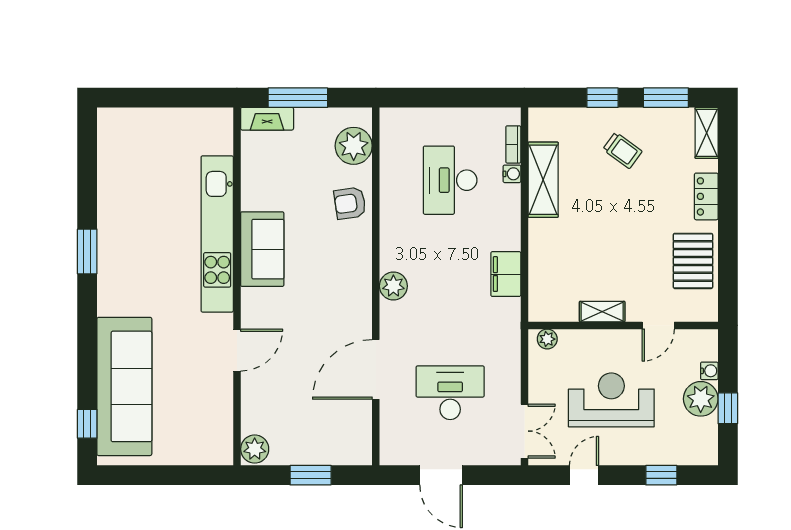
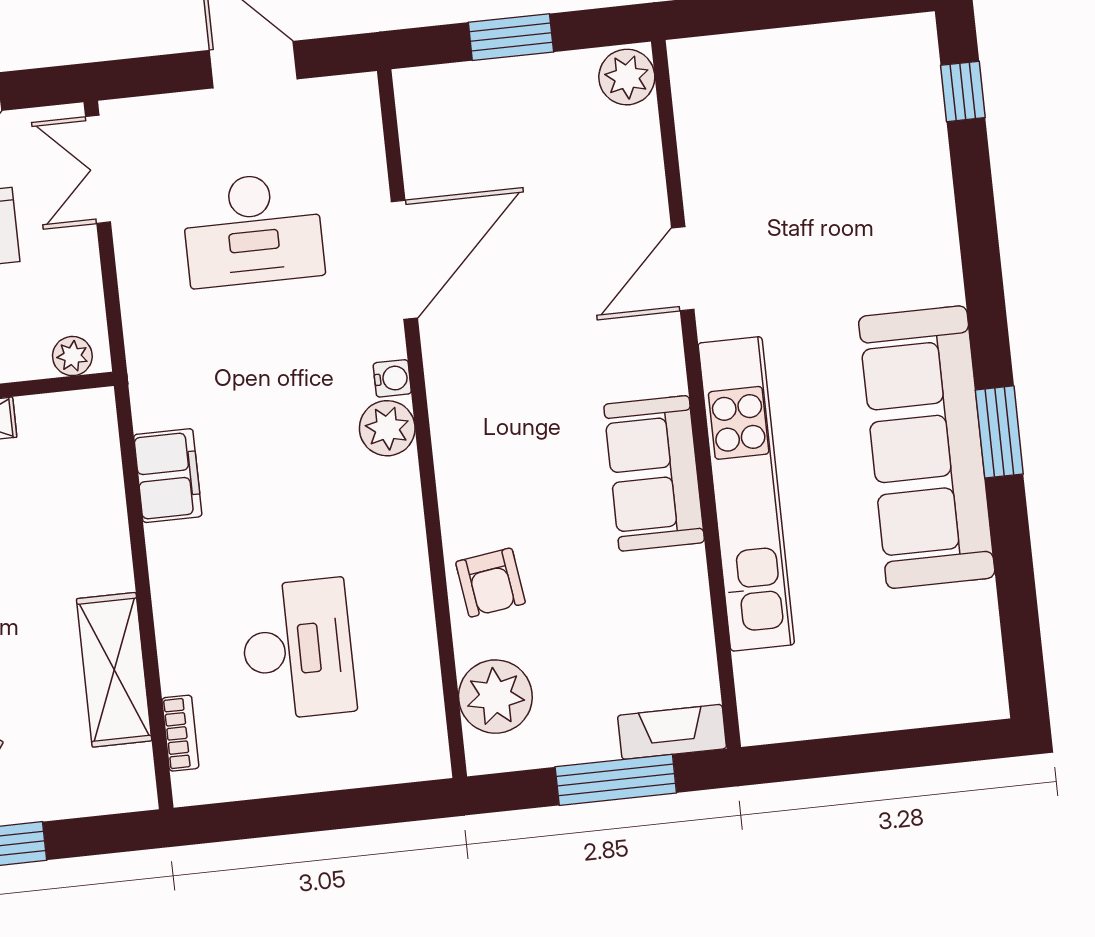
water cooler: (512, 174) -> (392, 378), moved, turned 180
armchair: (350, 203) -> (491, 583), turned 90
sofa: (124, 386) -> (927, 447), moved

